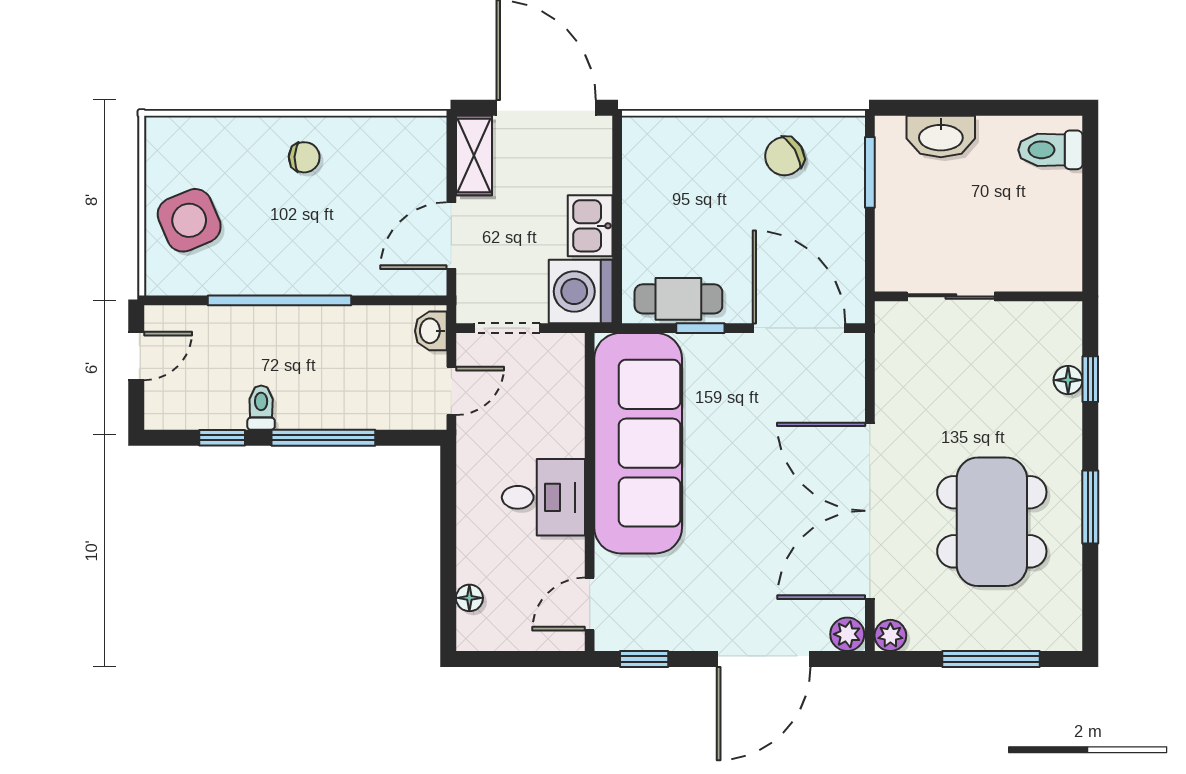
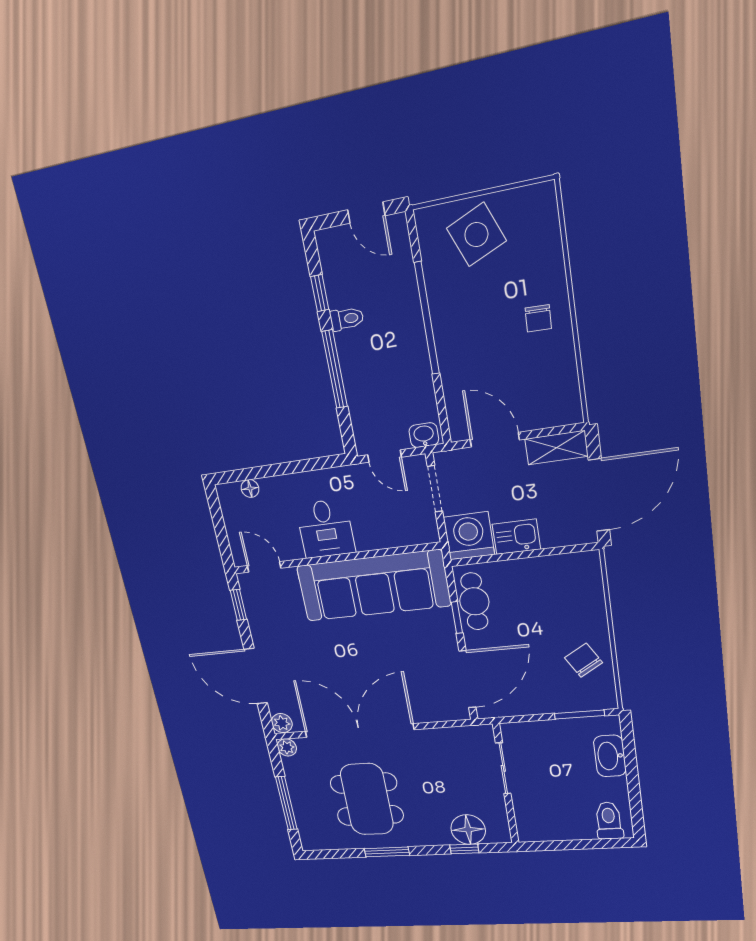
floor lamp: (1068, 380) -> (468, 830), width x1.89, depth x1.89
dining table: (992, 522) -> (367, 799), turned 90

